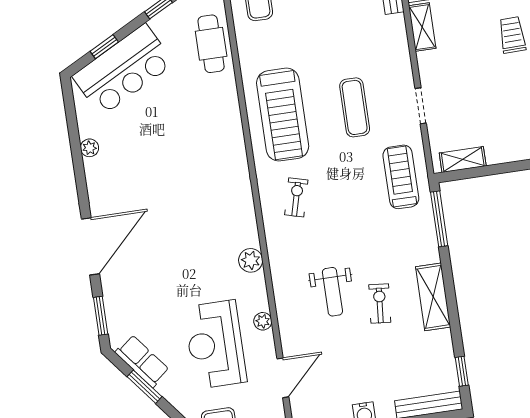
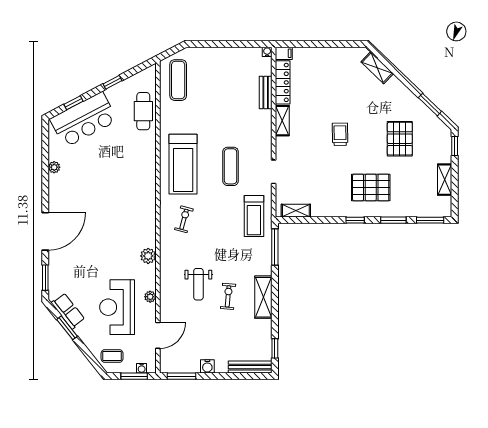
treadmill: (401, 177) -> (254, 216), turned 180

